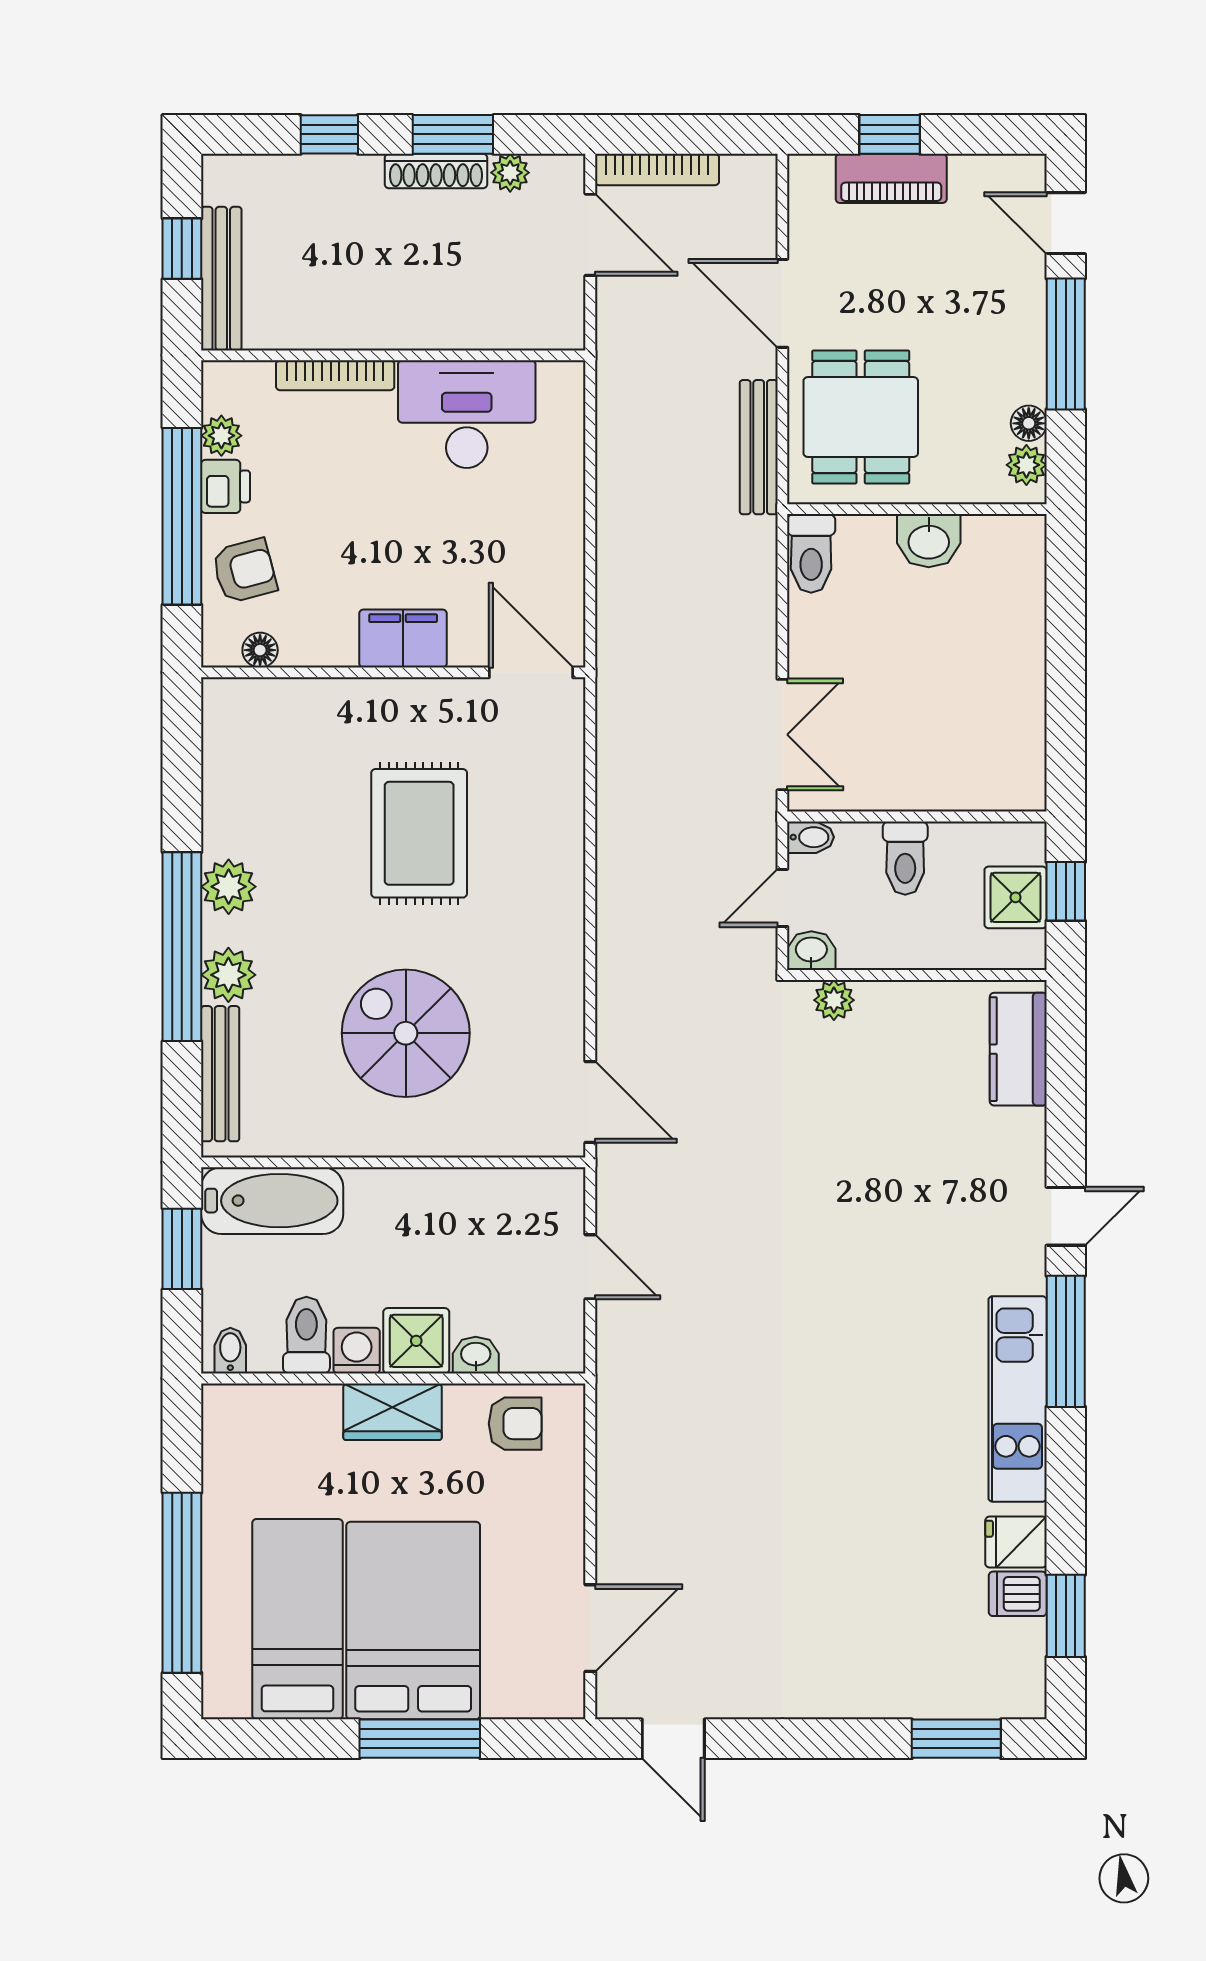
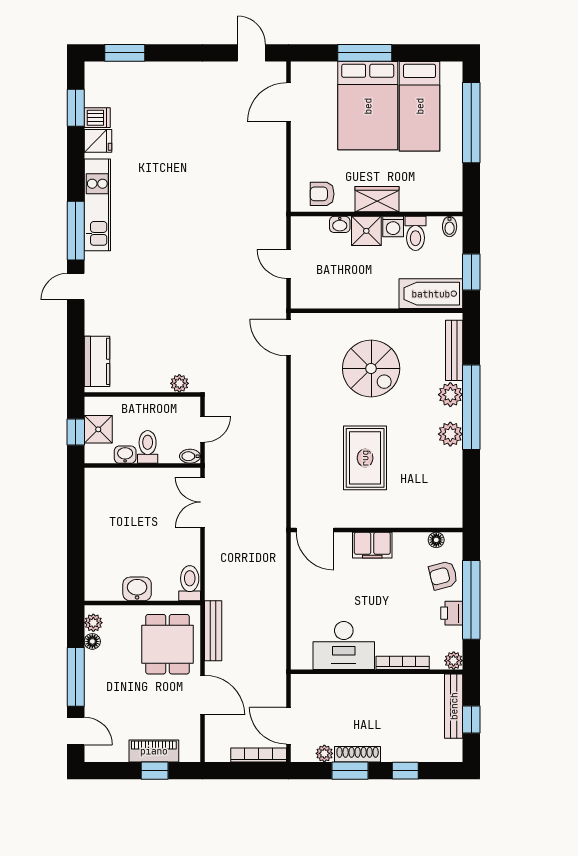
plant: (221, 436) -> (454, 661), moved
washbasin: (811, 951) -> (125, 455), moved, turned 180

